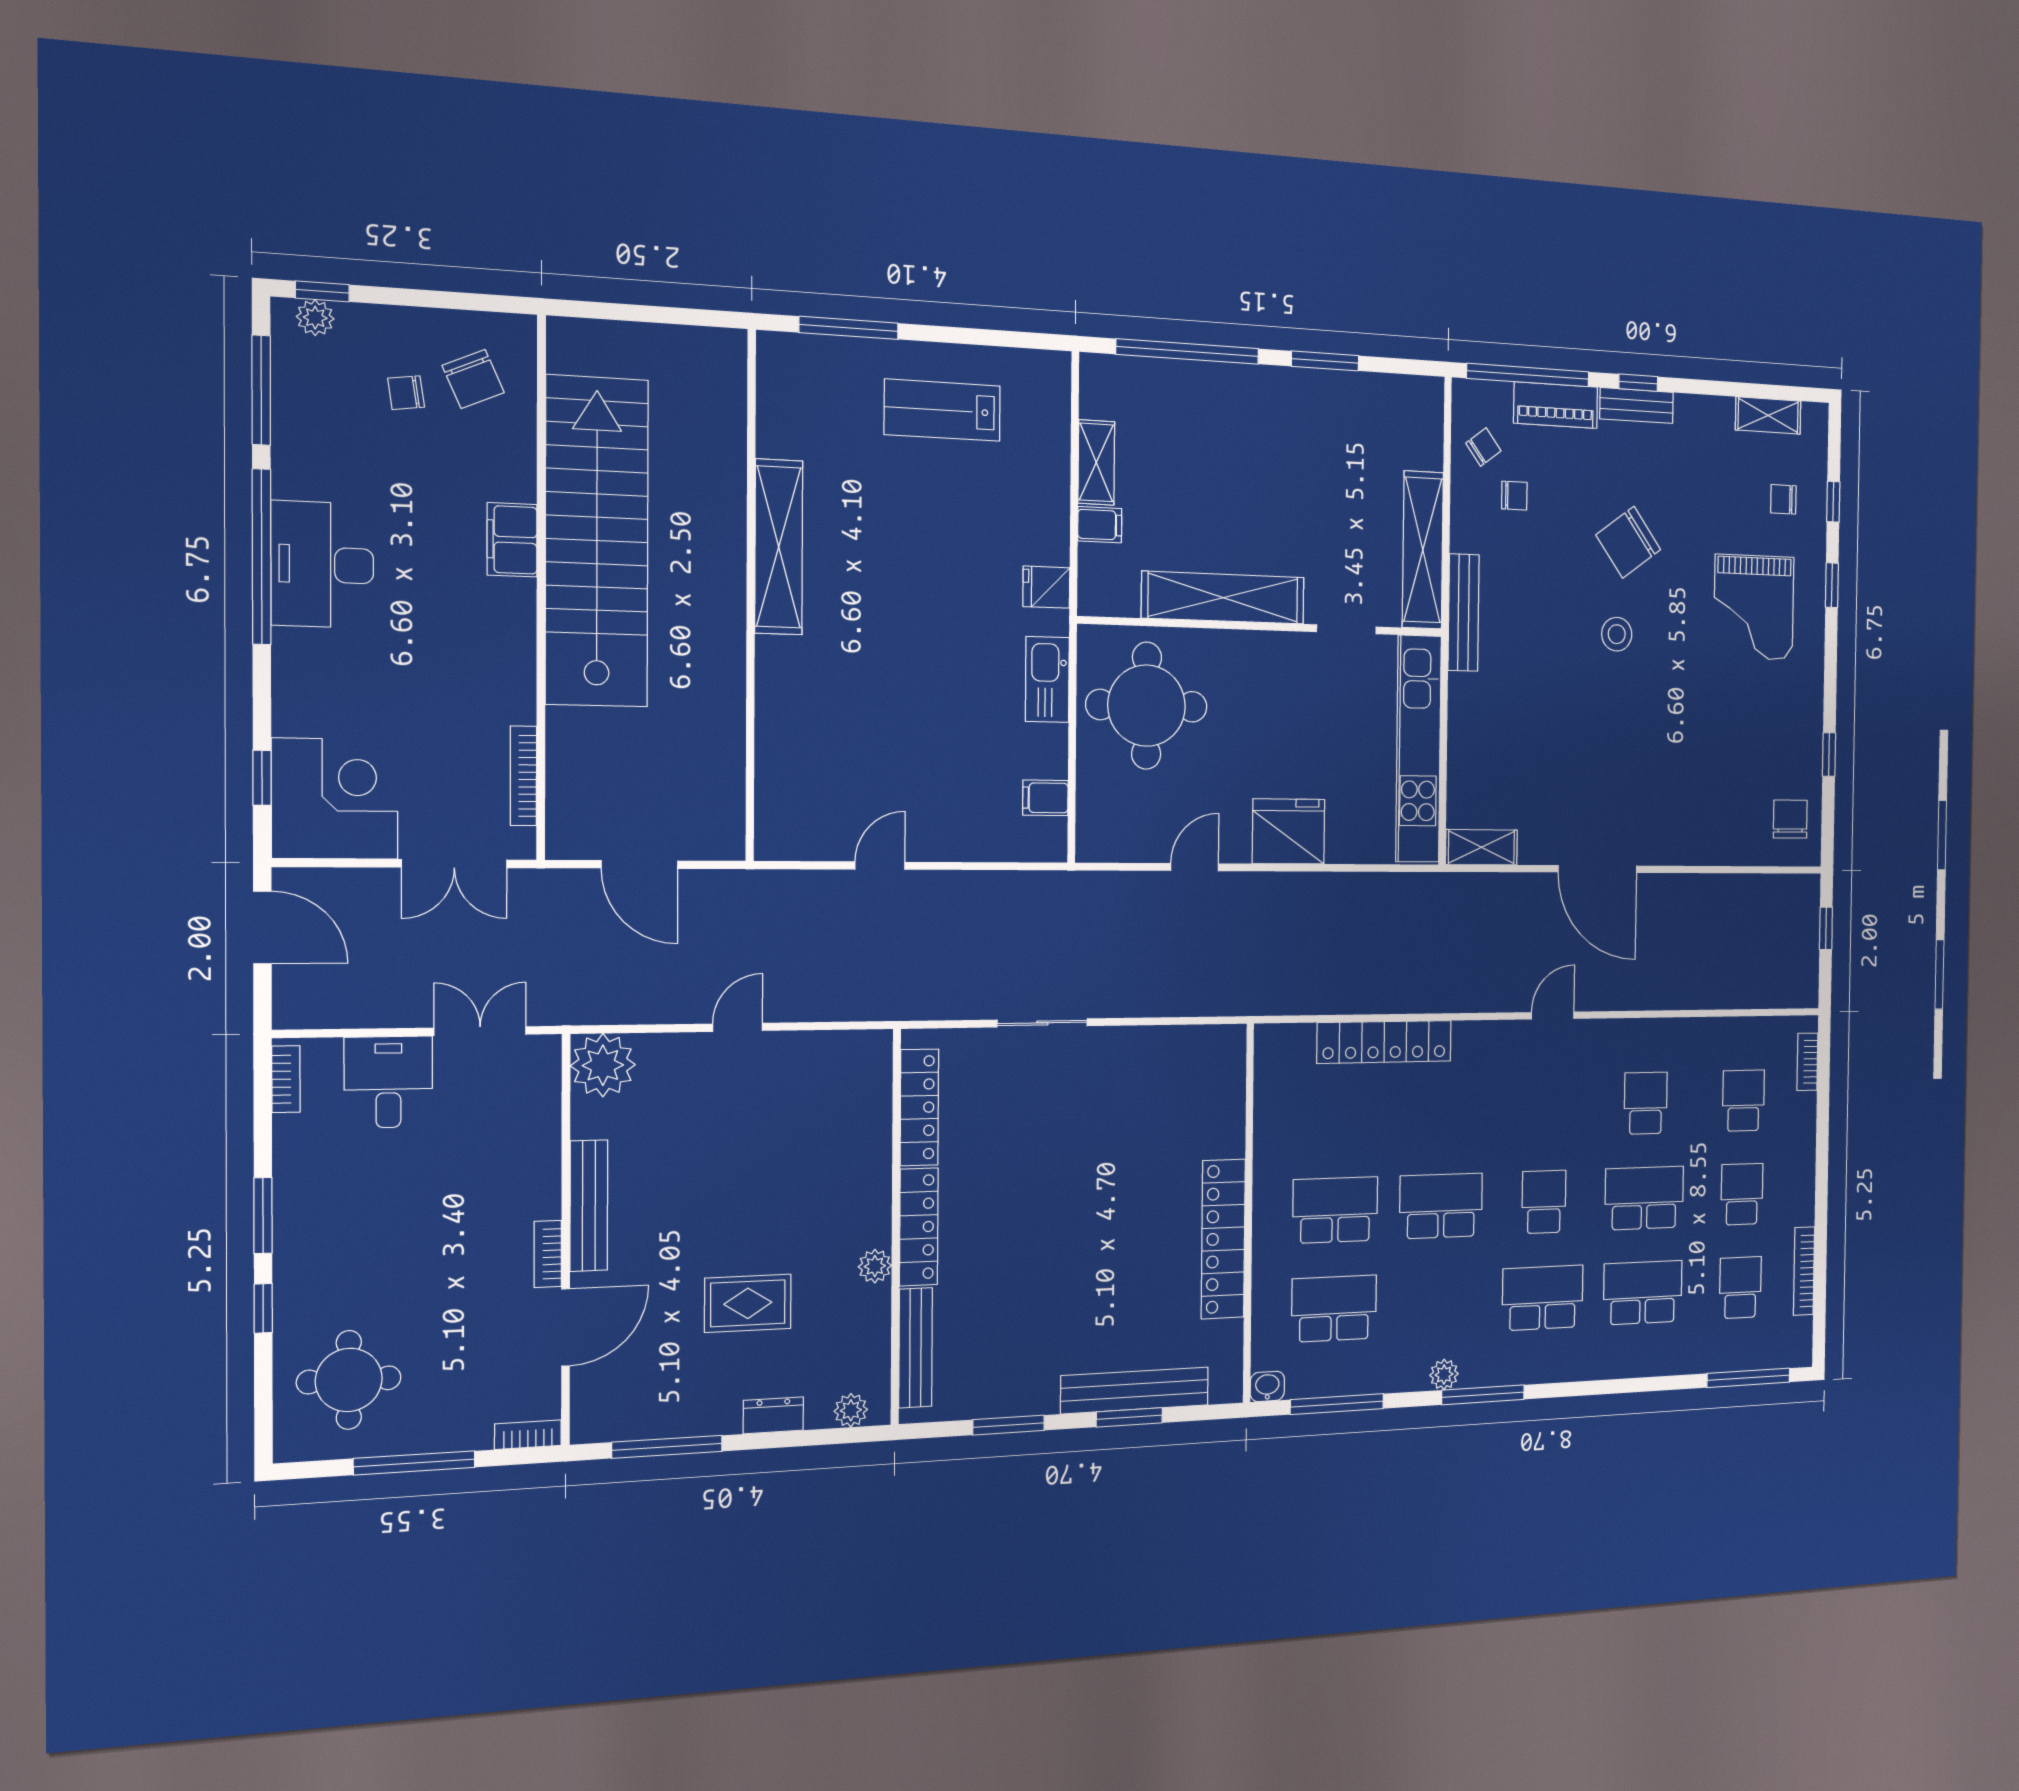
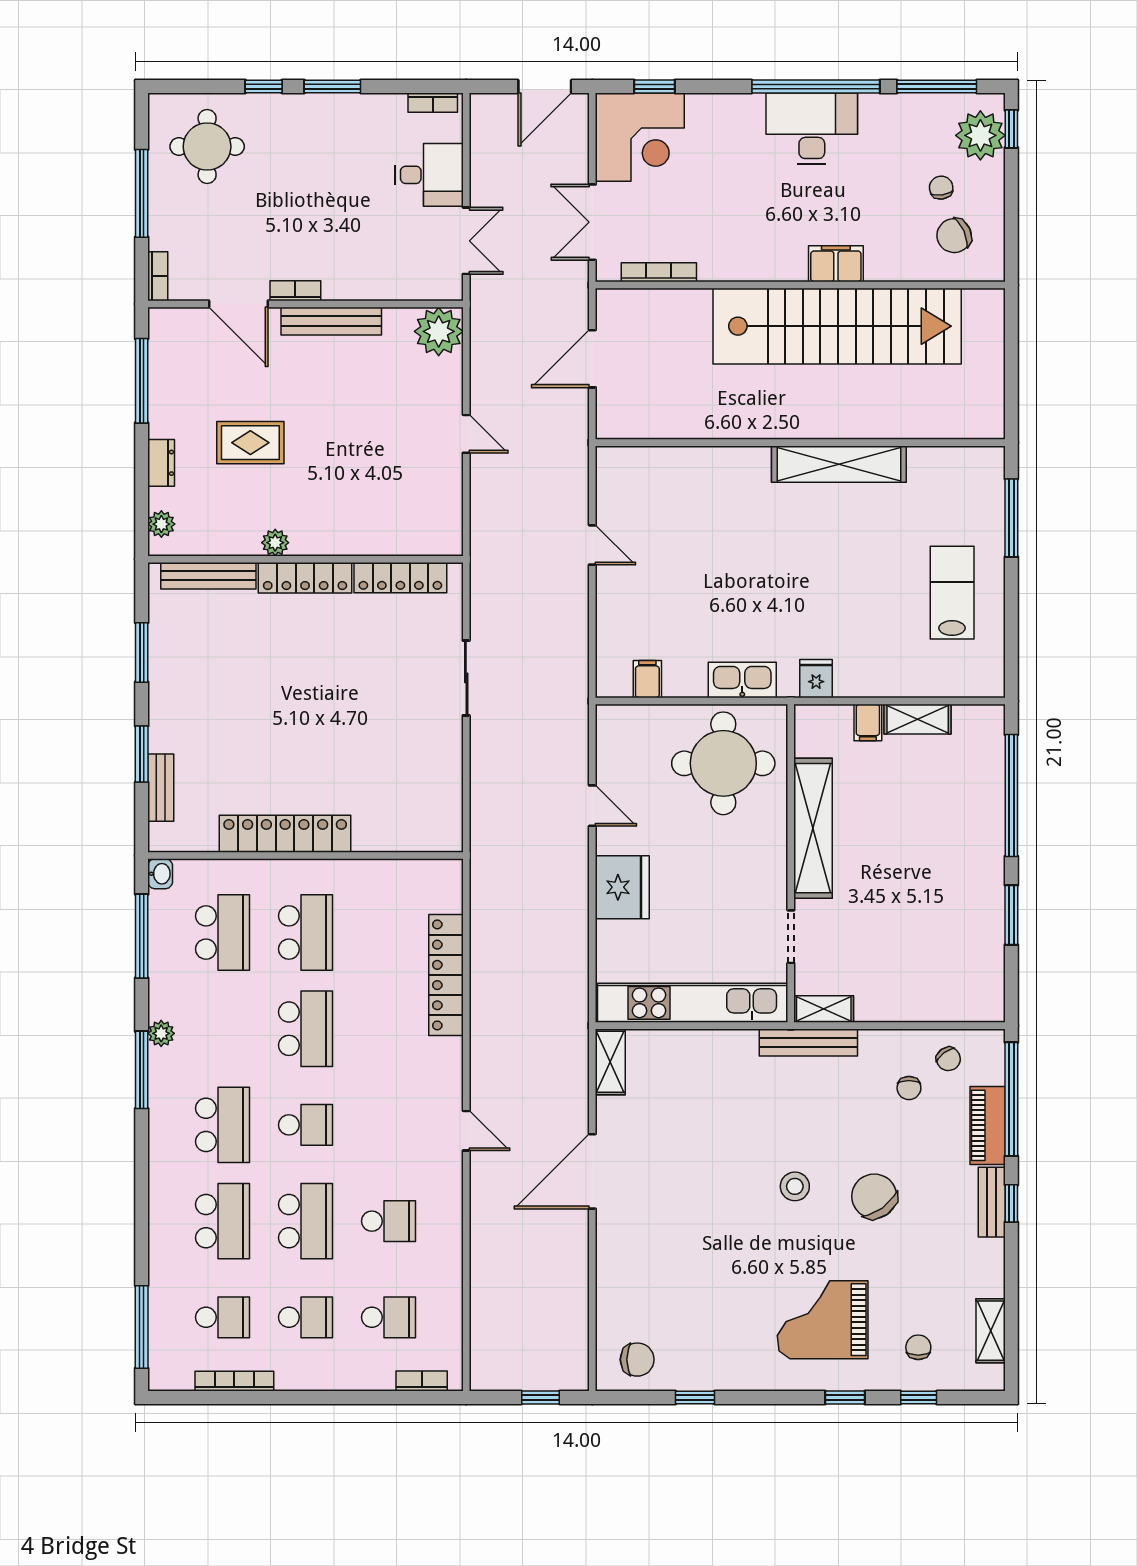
plant: (315, 318) -> (980, 135), width x1.87, depth x1.87
shelving: (1423, 550) -> (824, 1009), width x0.45, depth x0.75
rug: (748, 1303) -> (250, 443), turned 90
bench: (1135, 1390) -> (161, 788), width x0.54, depth x0.82

